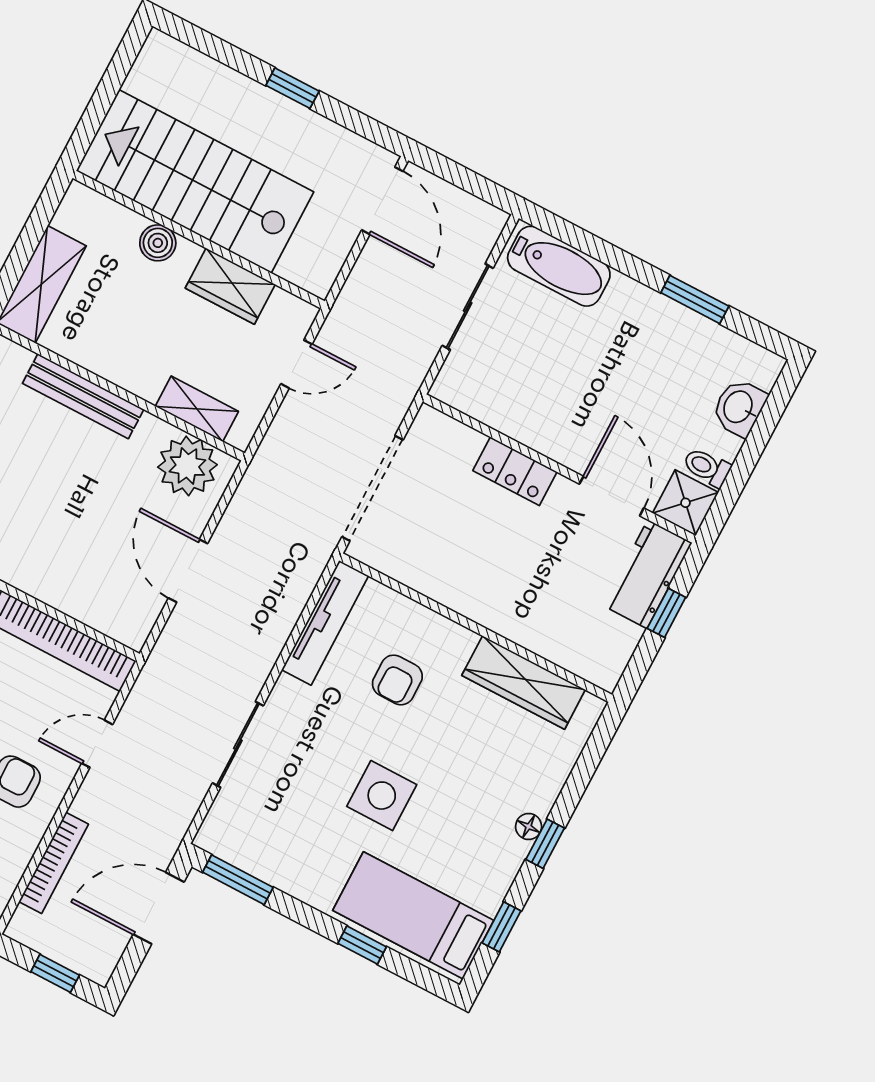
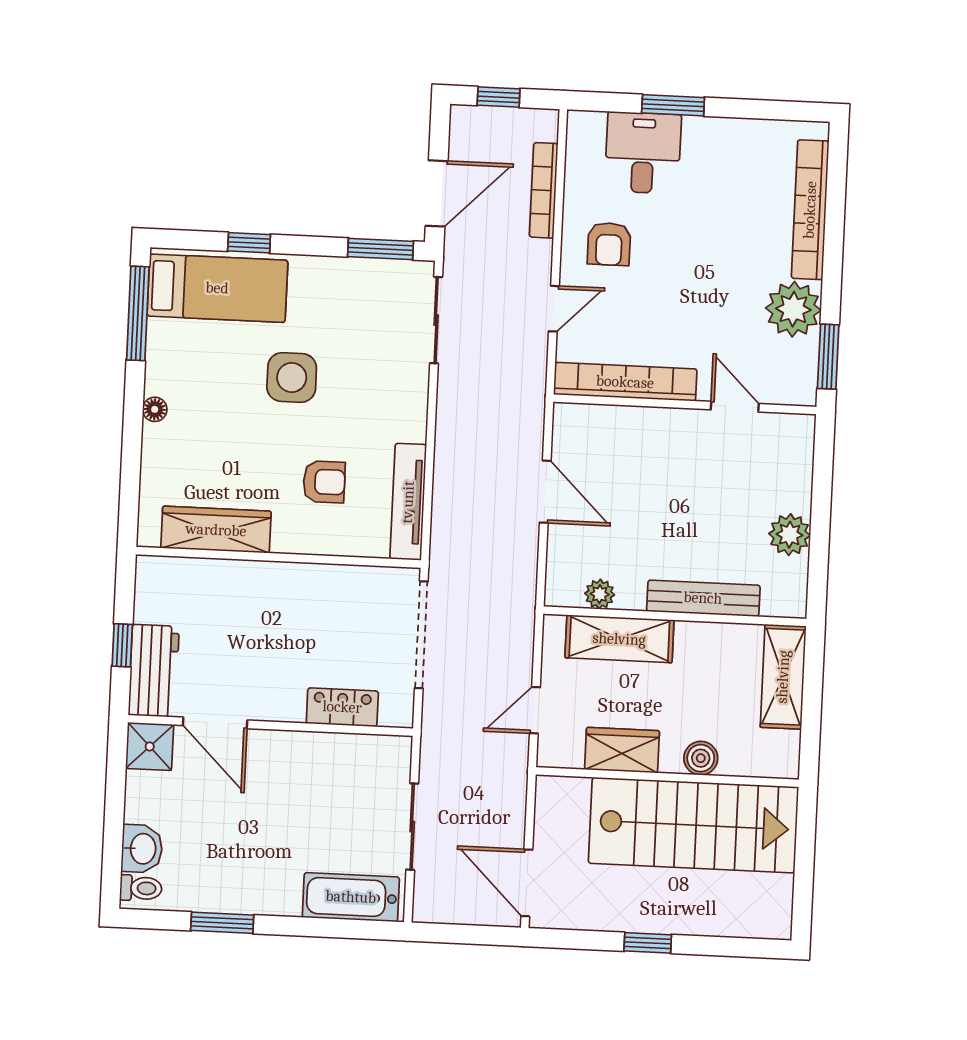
shelving: (197, 409) -> (619, 639), width x1.50, depth x1.33
plant: (187, 466) -> (600, 594), width x0.53, depth x0.53
toilet: (707, 467) -> (141, 888), moved
locker: (515, 471) -> (342, 707), moved
armchair: (397, 680) -> (324, 482), turned 90
sliding door: (238, 744) -> (436, 320), moved
window: (545, 844) -> (134, 401), removed
window: (502, 927) -> (138, 313), width x2.17

